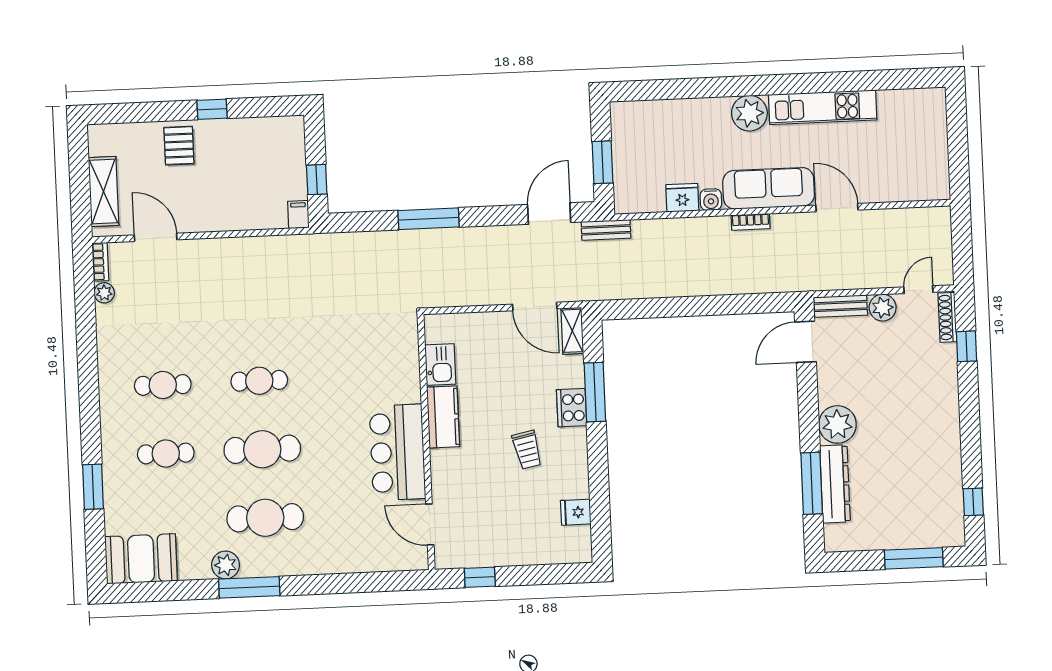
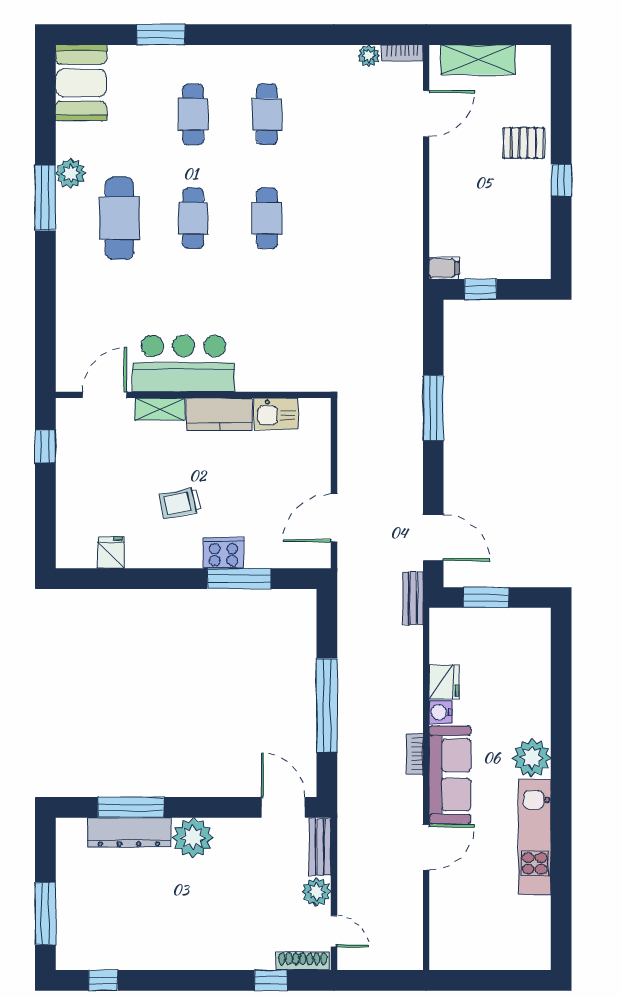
window: (709, 306) -> (327, 705), added
shelving: (572, 331) -> (160, 409), moved
cafe table: (262, 449) -> (193, 218), width x0.73, depth x0.74

